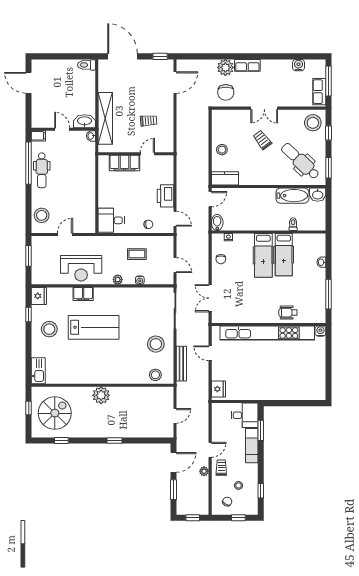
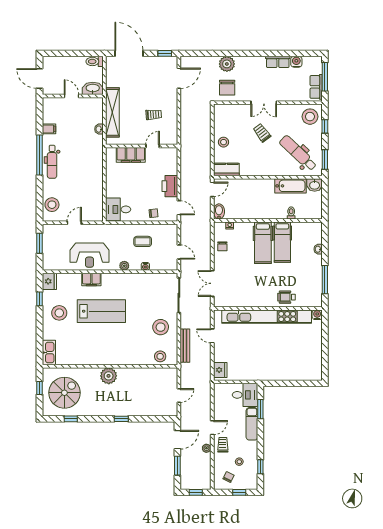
row of seats: (247, 65) -> (278, 62), moved
washbasin: (85, 121) -> (93, 88), moved
door: (62, 129) -> (72, 96), moved
wall: (63, 129) -> (73, 96), moved

